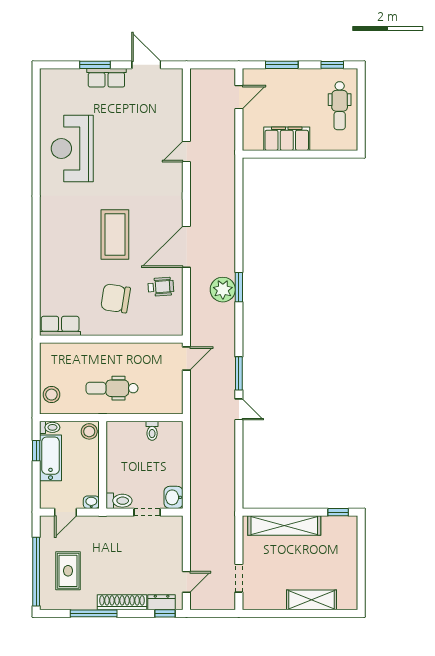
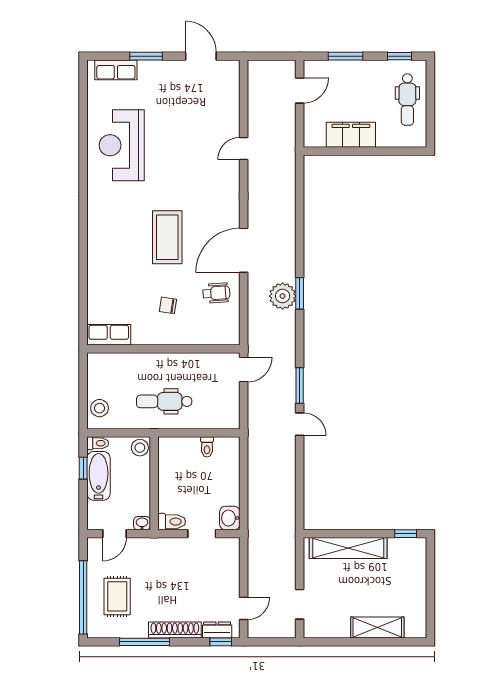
row of seats: (106, 78) -> (116, 70), moved
chair: (116, 298) -> (168, 305), width x0.54, depth x0.54

